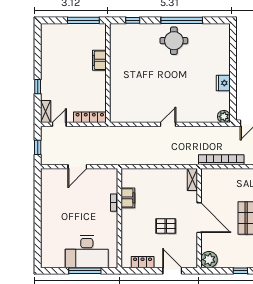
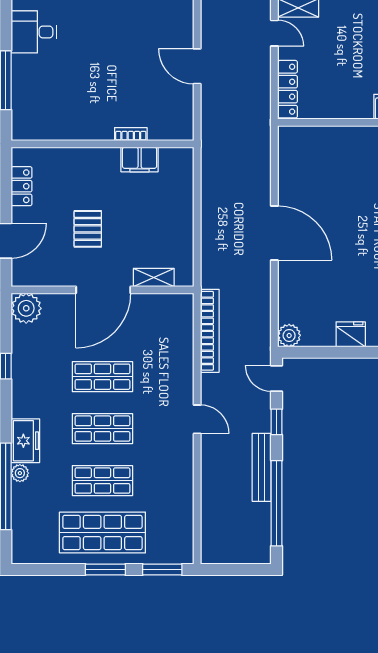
door: (168, 124) -> (274, 233), width x1.88
shelving: (192, 179) -> (154, 278), moved
desk: (87, 252) -> (34, 32), moved, width x0.53, depth x0.77

